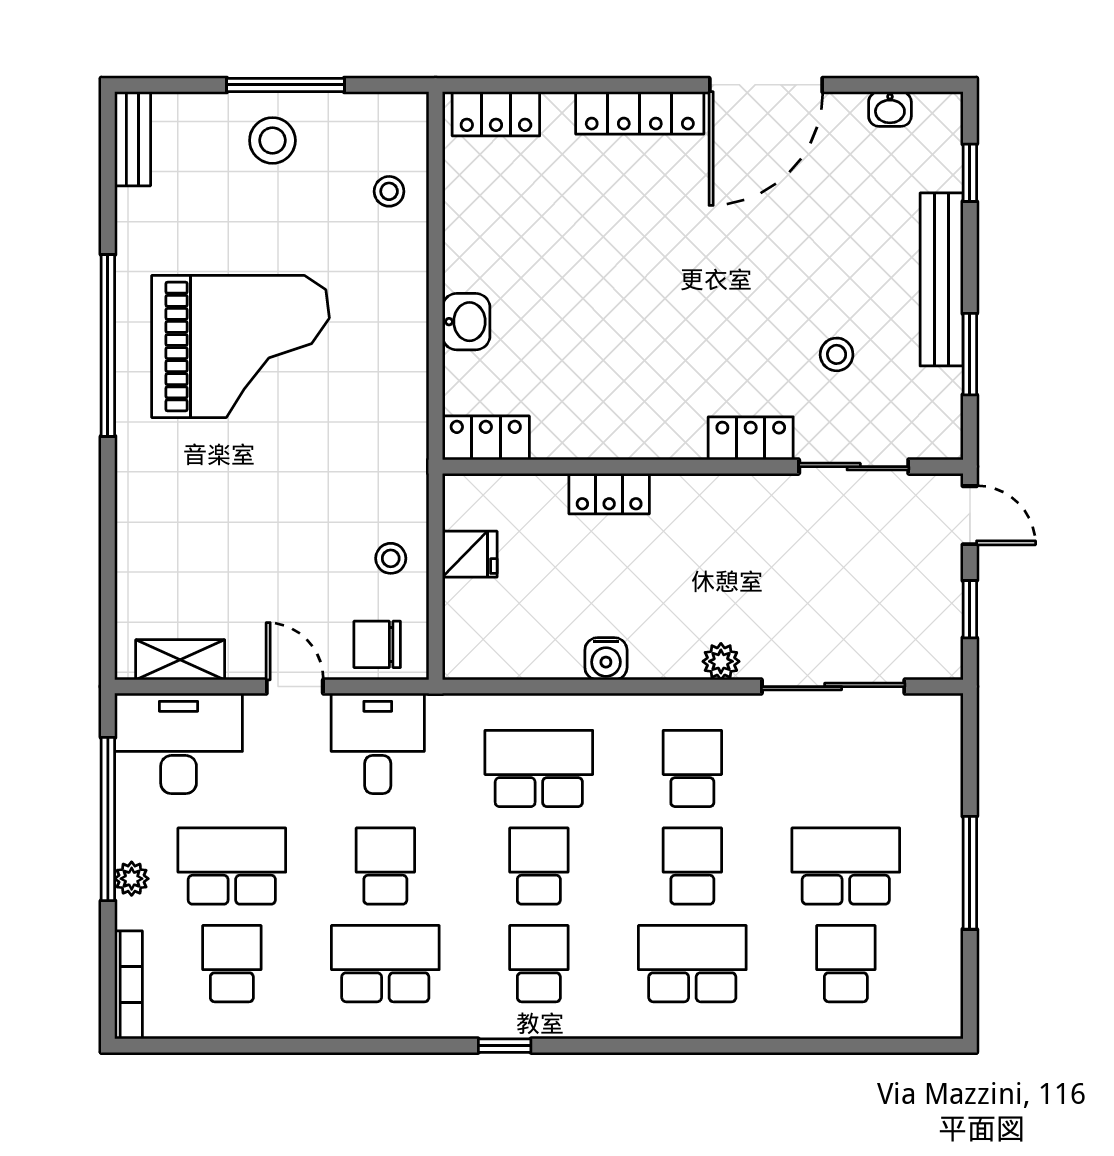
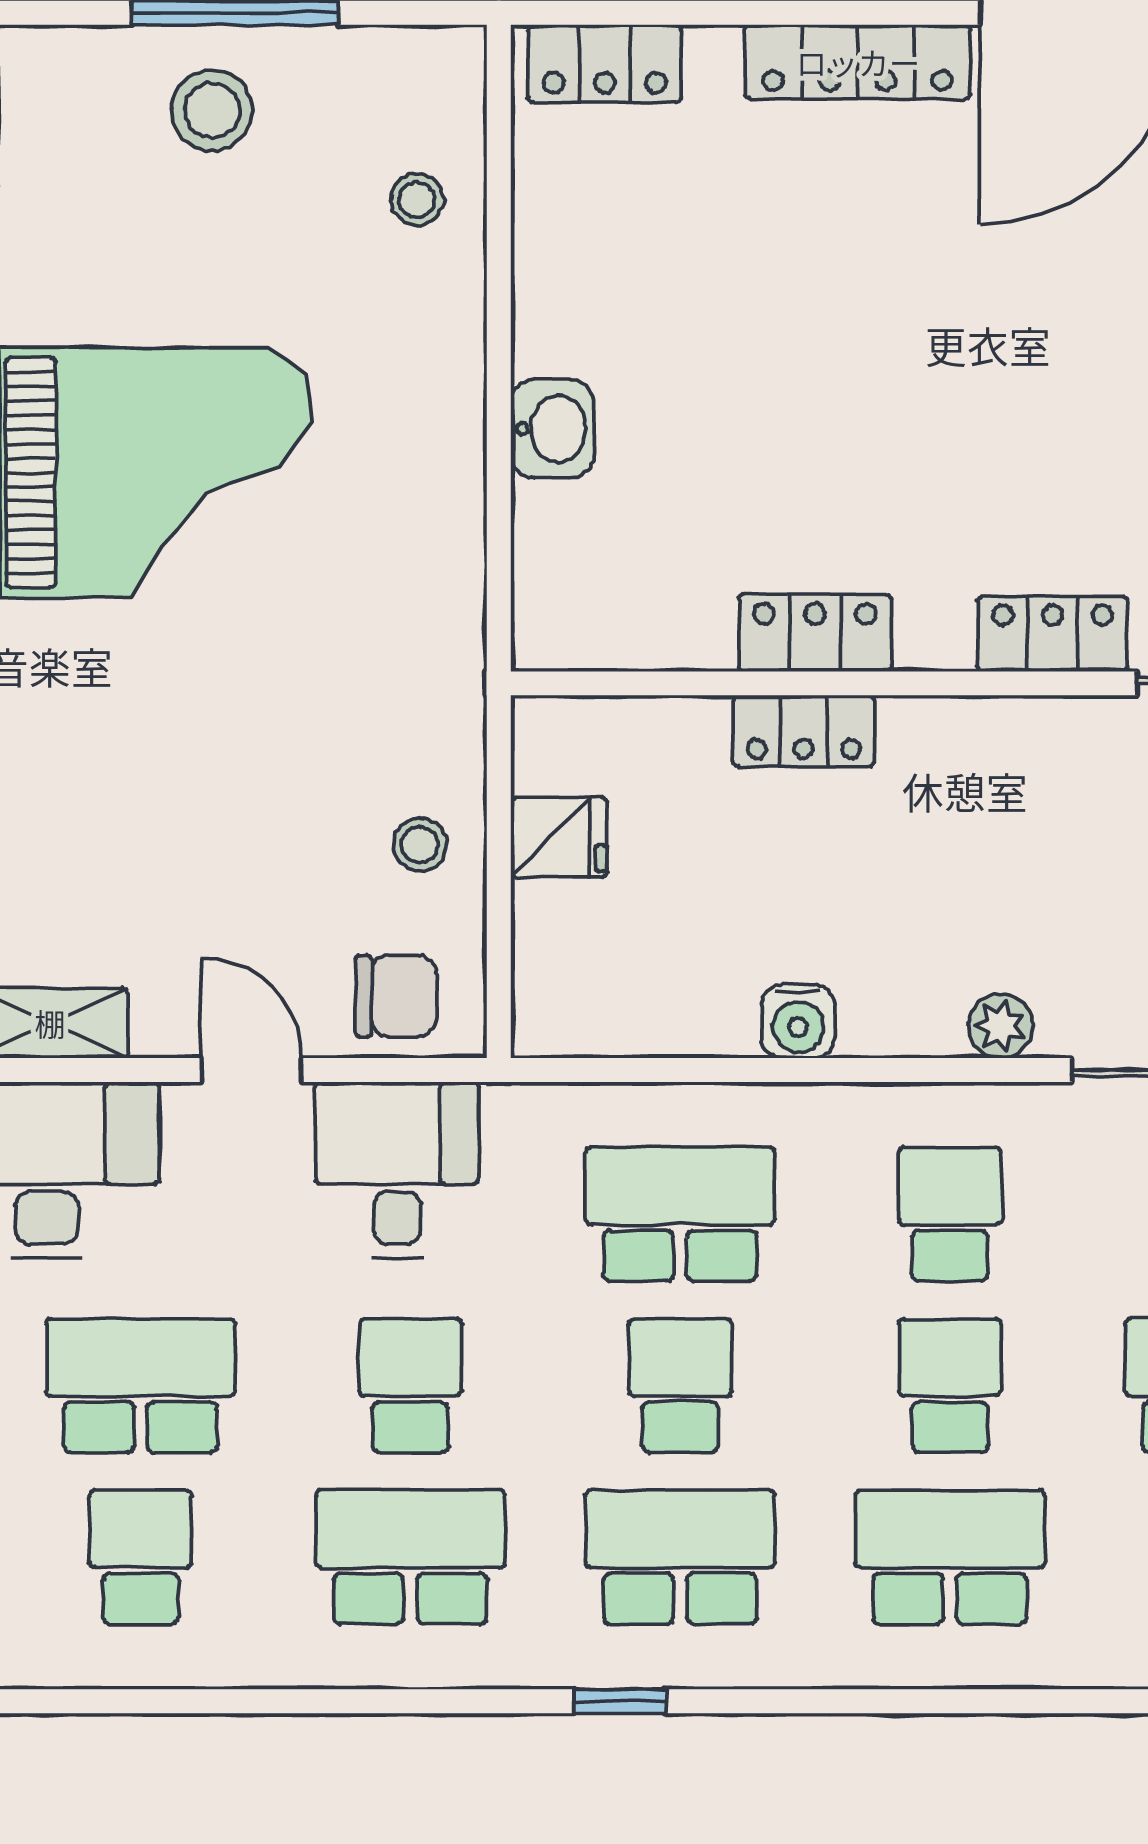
locker: (486, 438) -> (815, 633), moved
chair: (377, 644) -> (396, 996), turned 180
school desk: (539, 964) -> (680, 1557), width x1.85

